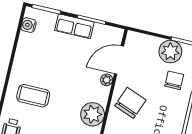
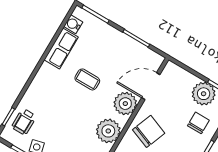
row of seats: (74, 26) -> (61, 48), moved, turned -90
plant: (107, 80) -> (125, 104), width x1.88, depth x1.88
coffee table: (33, 96) -> (87, 79), moved, width x0.73, depth x0.77

